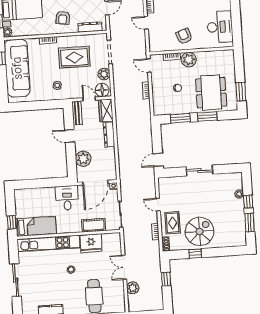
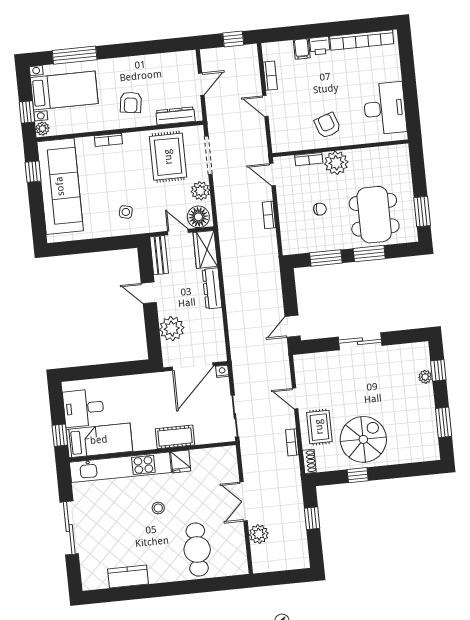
rug: (74, 57) -> (168, 157), moved, turned 90
desk: (67, 198) -> (83, 408), moved, turned -90
window: (248, 201) -> (438, 370), moved
cot: (94, 225) -> (175, 437), moved
fridge: (91, 243) -> (181, 461), width x0.53, depth x0.75

